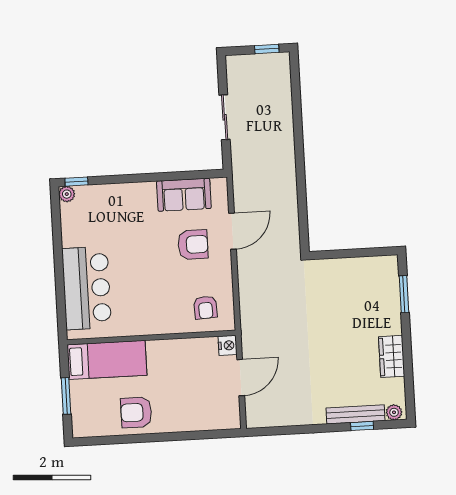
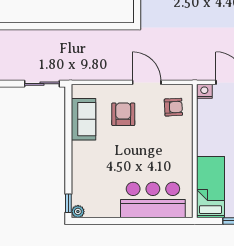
sliding door: (225, 117) -> (42, 84), moved
door: (233, 231) -> (147, 82), moved

